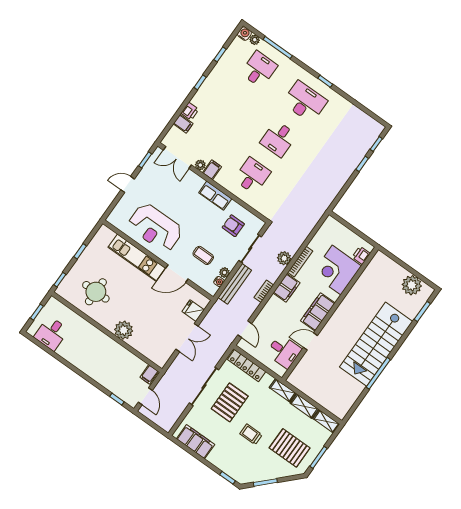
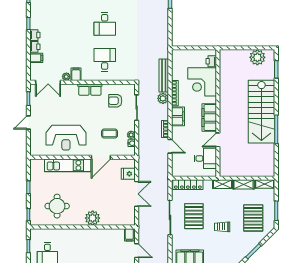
printer: (198, 99) -> (35, 35), added
bench: (235, 284) -> (164, 75), moved
door: (245, 329) -> (170, 146), moved
pallet: (290, 448) -> (253, 218), turned 90

